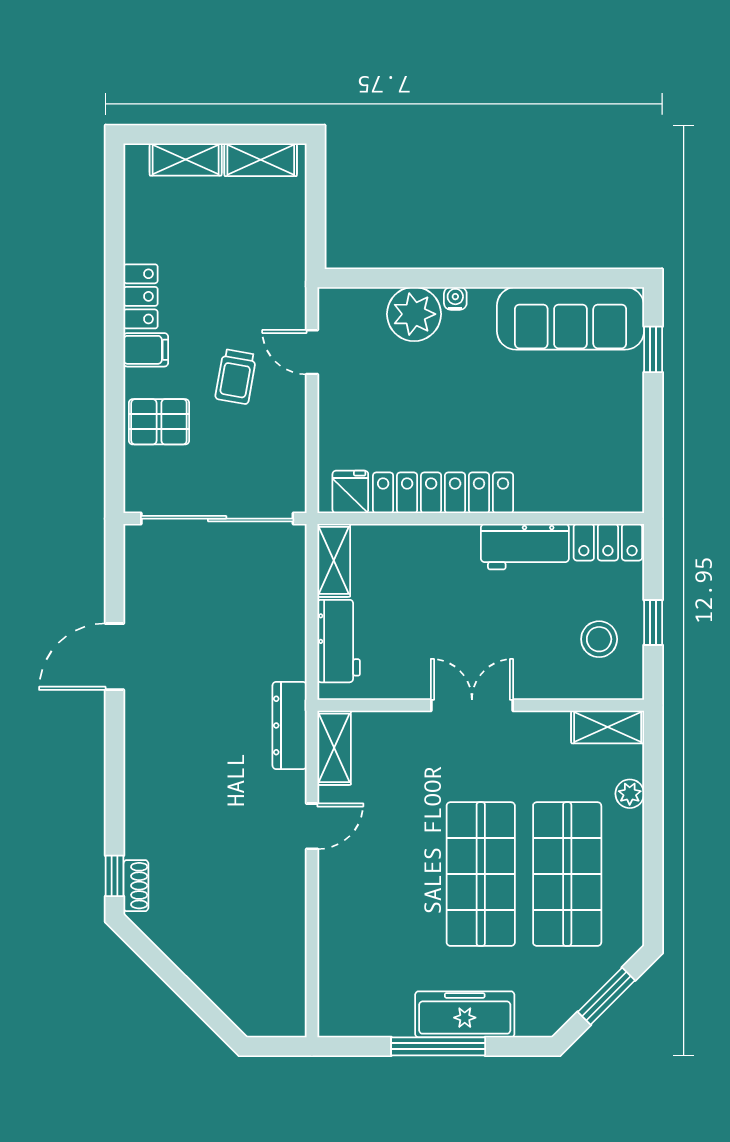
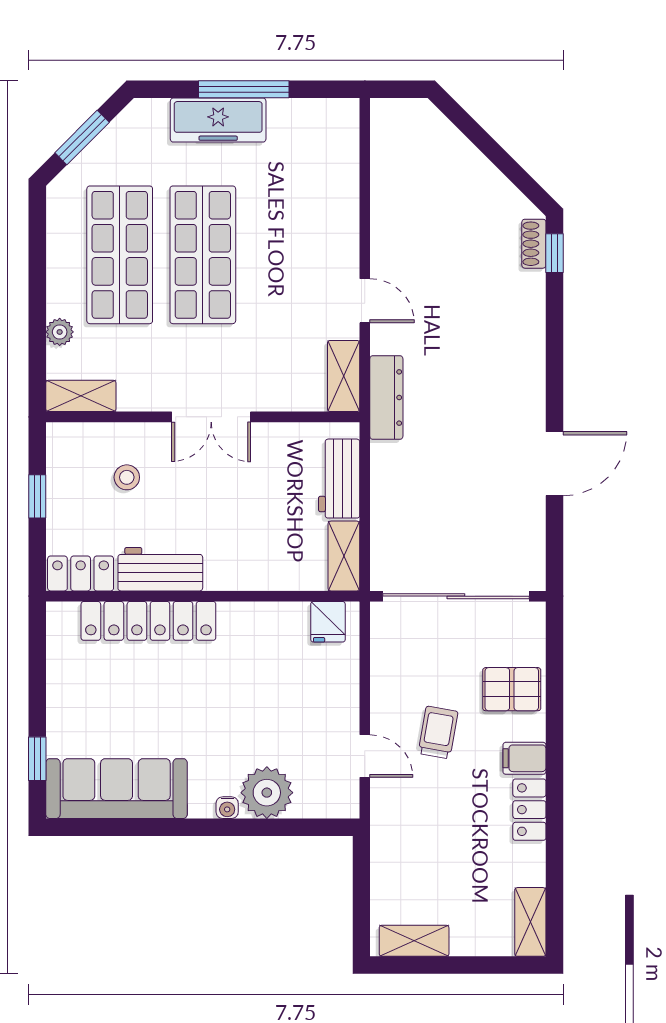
shelving: (186, 160) -> (530, 922), moved, turned 90
locker: (443, 493) -> (148, 621), moved
stool: (599, 639) -> (127, 477), moved, width x0.73, depth x0.73
door: (312, 826) -> (365, 301), swing flipped

